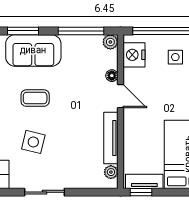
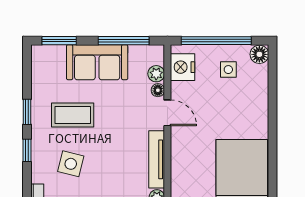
plant: (110, 42) -> (156, 74), moved
sofa: (33, 50) -> (97, 62), moved
coffee table: (35, 98) -> (73, 115), width x1.36, depth x1.30

